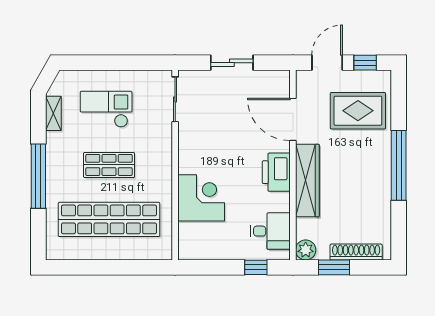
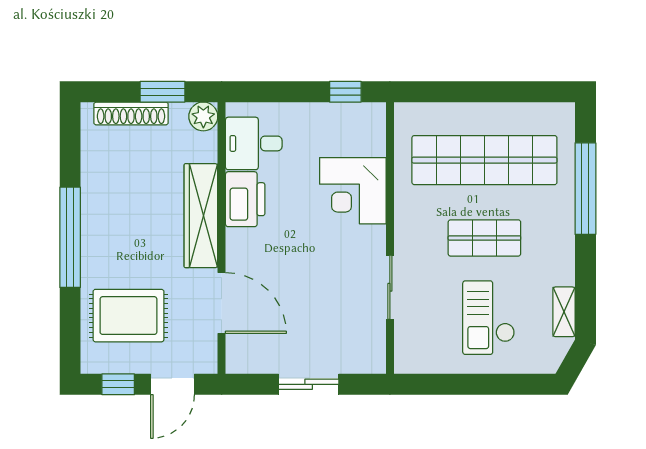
sliding door: (175, 99) -> (390, 287), moved
checkout: (106, 109) -> (489, 318), turned 90
printer: (276, 172) -> (245, 199), moved
window: (38, 176) -> (585, 189), moved
window: (256, 267) -> (345, 92), moved

